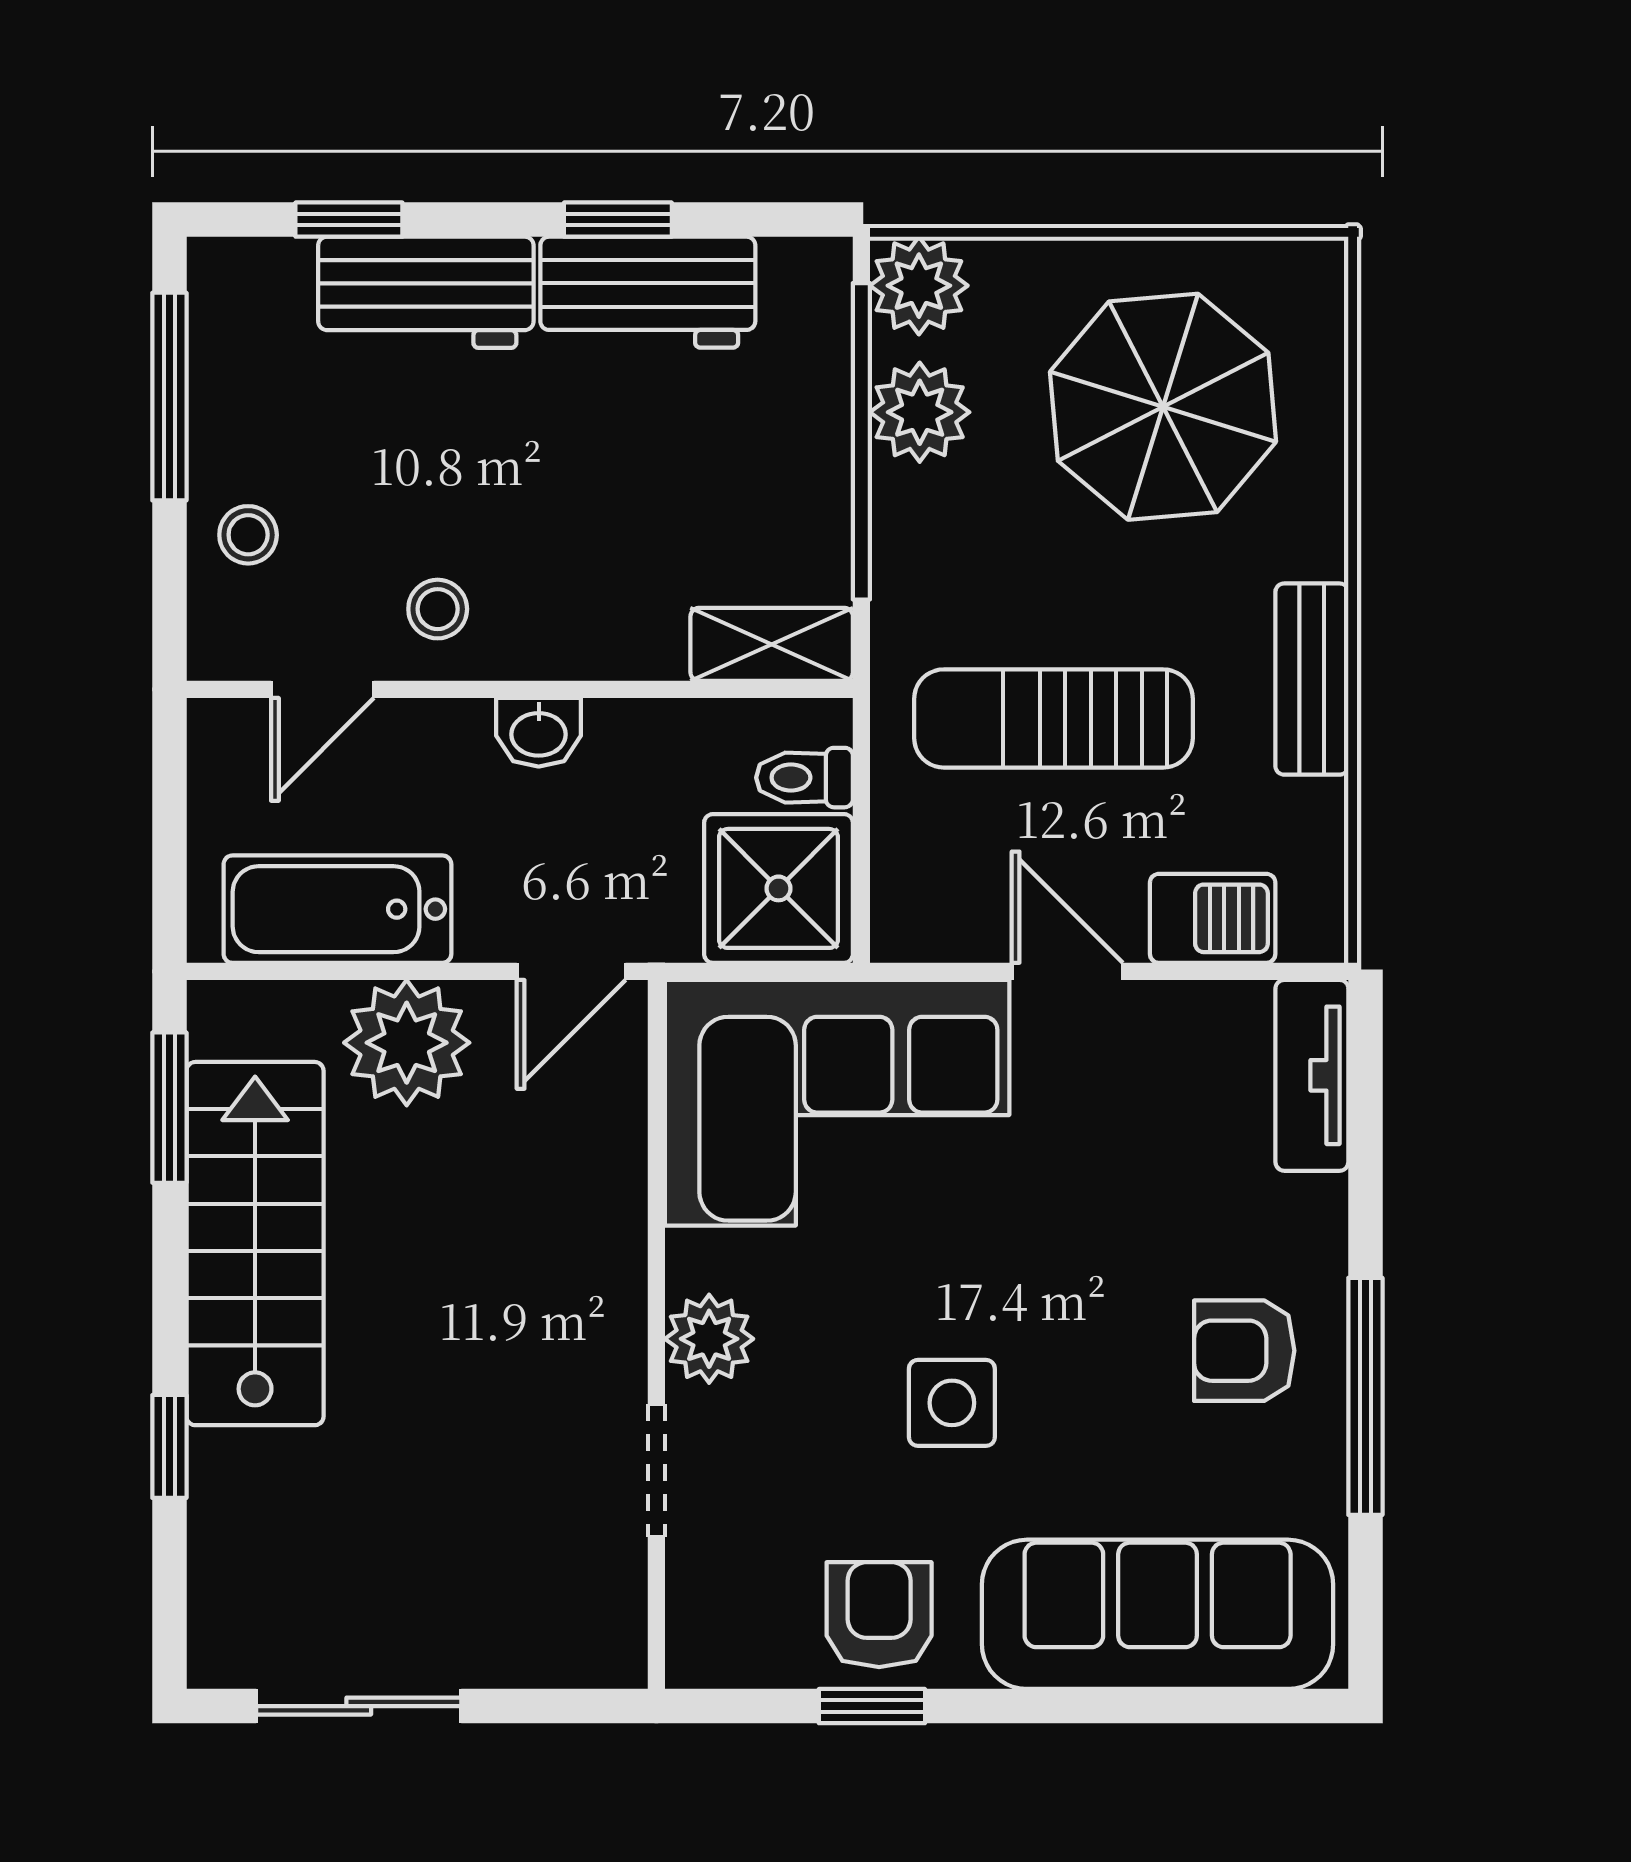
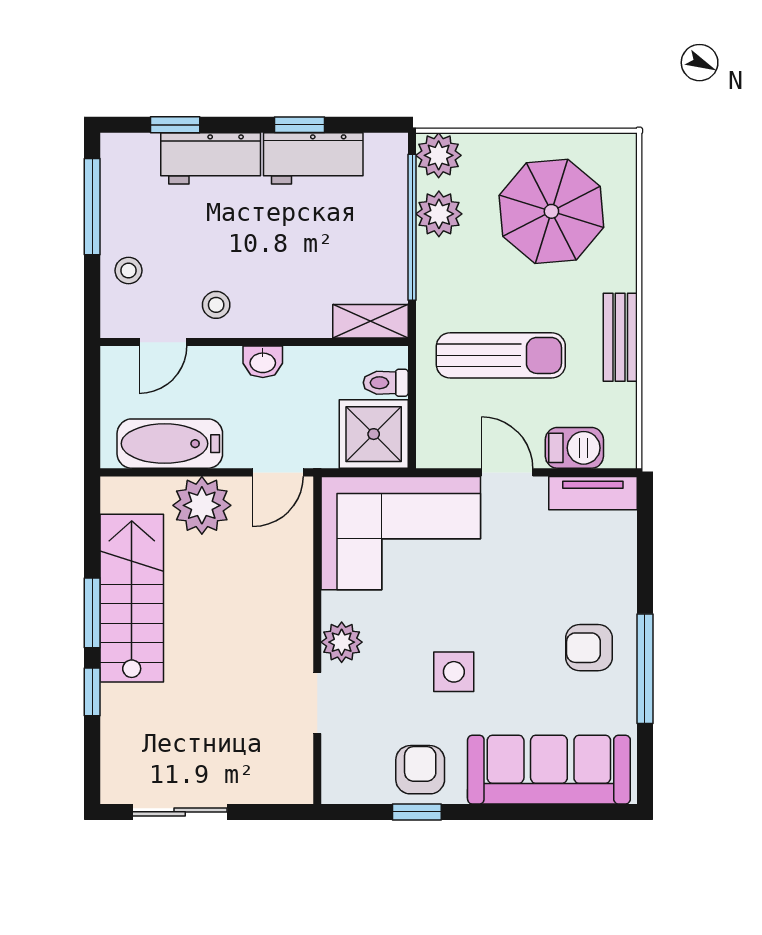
sun lounger: (1053, 718) -> (501, 355), turned 180
tv unit: (1312, 1075) -> (593, 493), moved, turned -90
window: (169, 1108) -> (92, 613), moved

